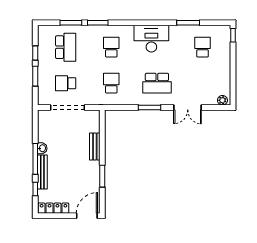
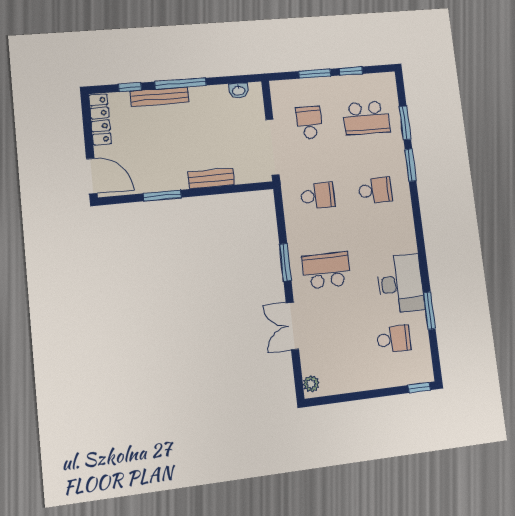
desk: (151, 39) -> (400, 284), moved
school desk: (157, 83) -> (327, 270), turned 90
doorway: (67, 108) -> (272, 147), moved
washbasin: (42, 148) -> (239, 90), moved

